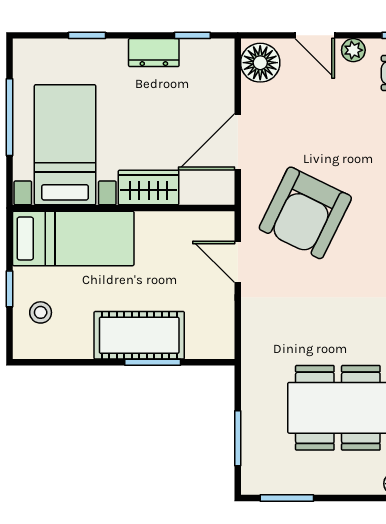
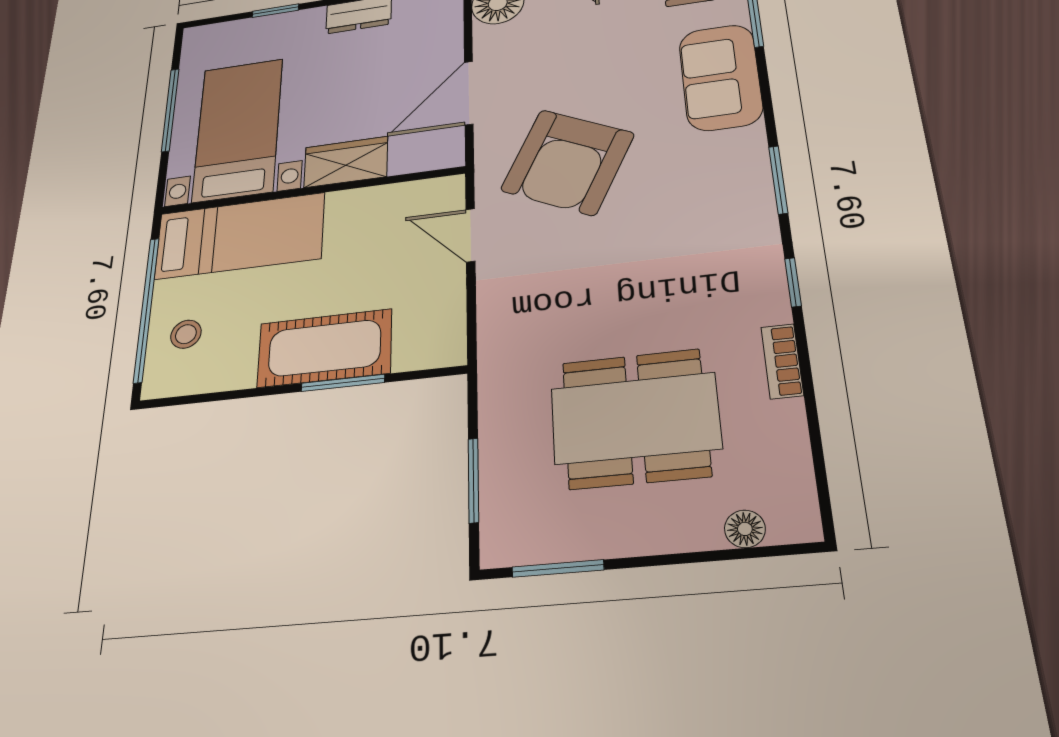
window: (9, 289) -> (146, 309), width x3.17

